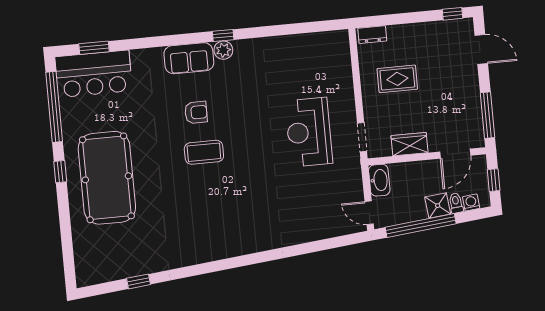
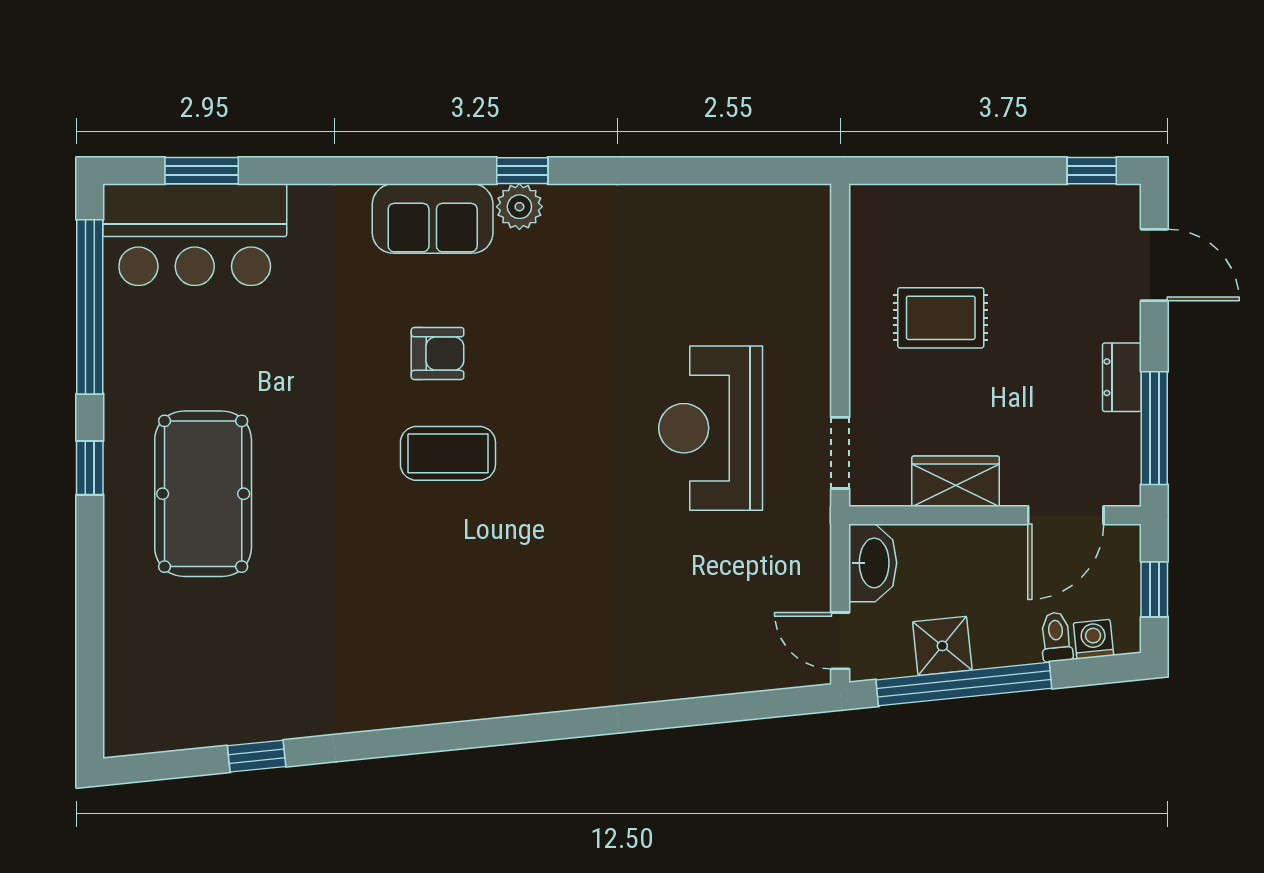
dresser: (372, 35) -> (1122, 377), moved, turned 90
pool table: (107, 178) -> (203, 494), width x0.73, depth x0.76
shower: (438, 206) -> (942, 646), moved

